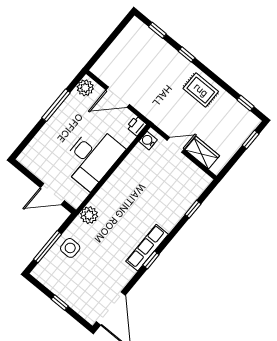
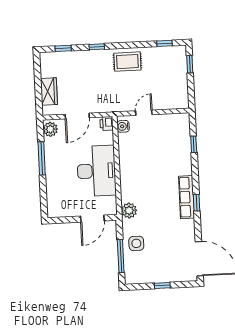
wardrobe: (202, 153) -> (49, 91), moved, turned 90

